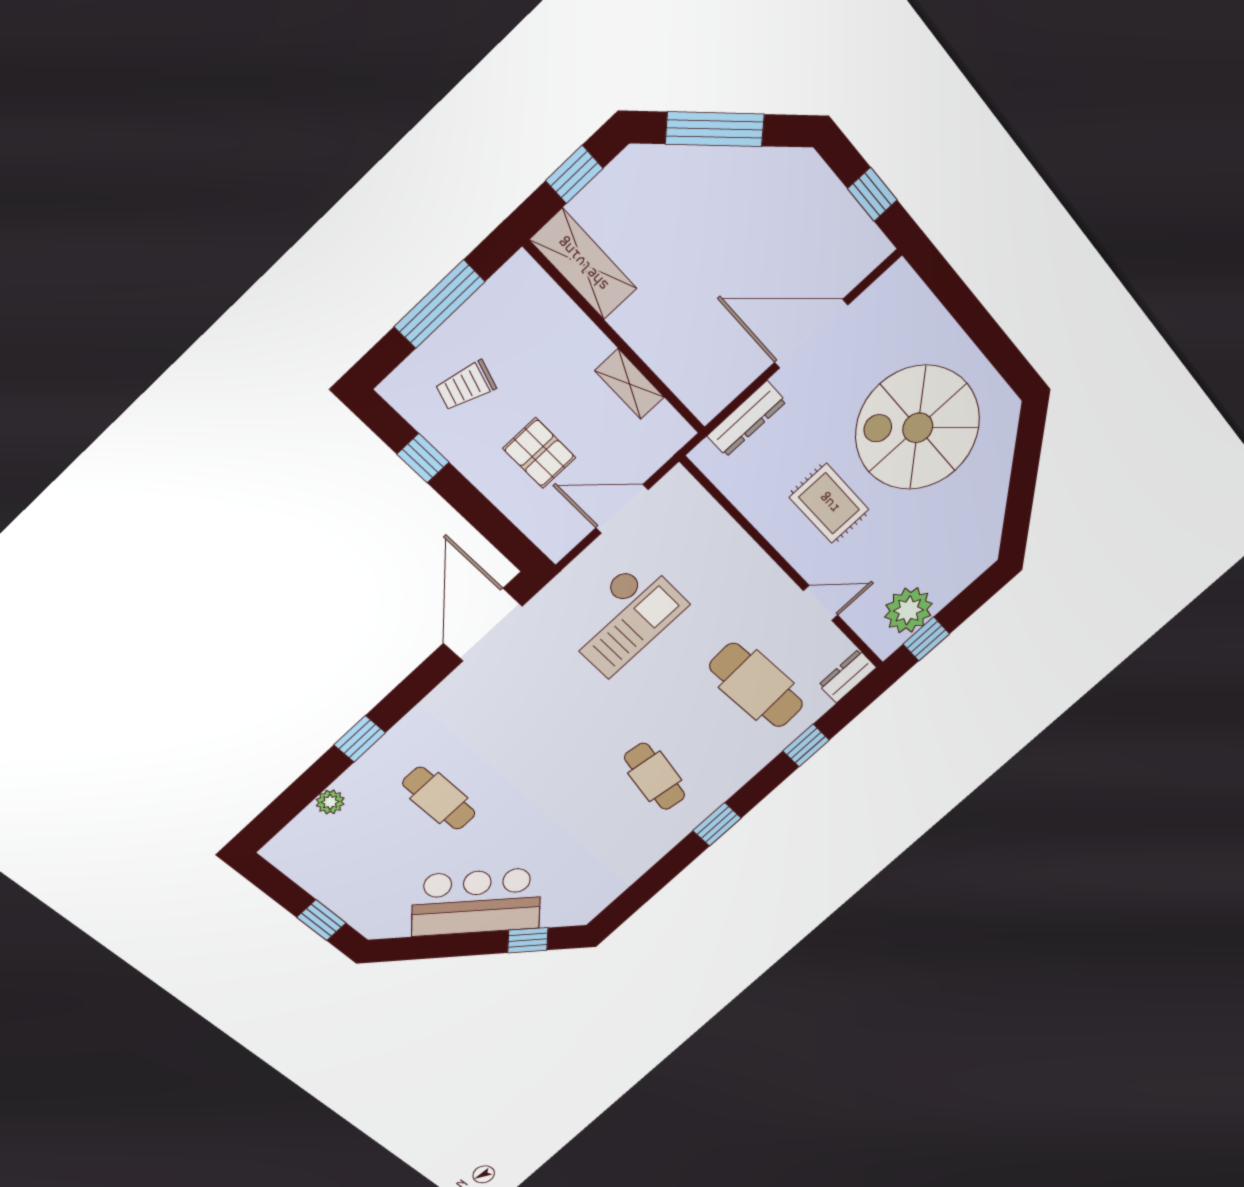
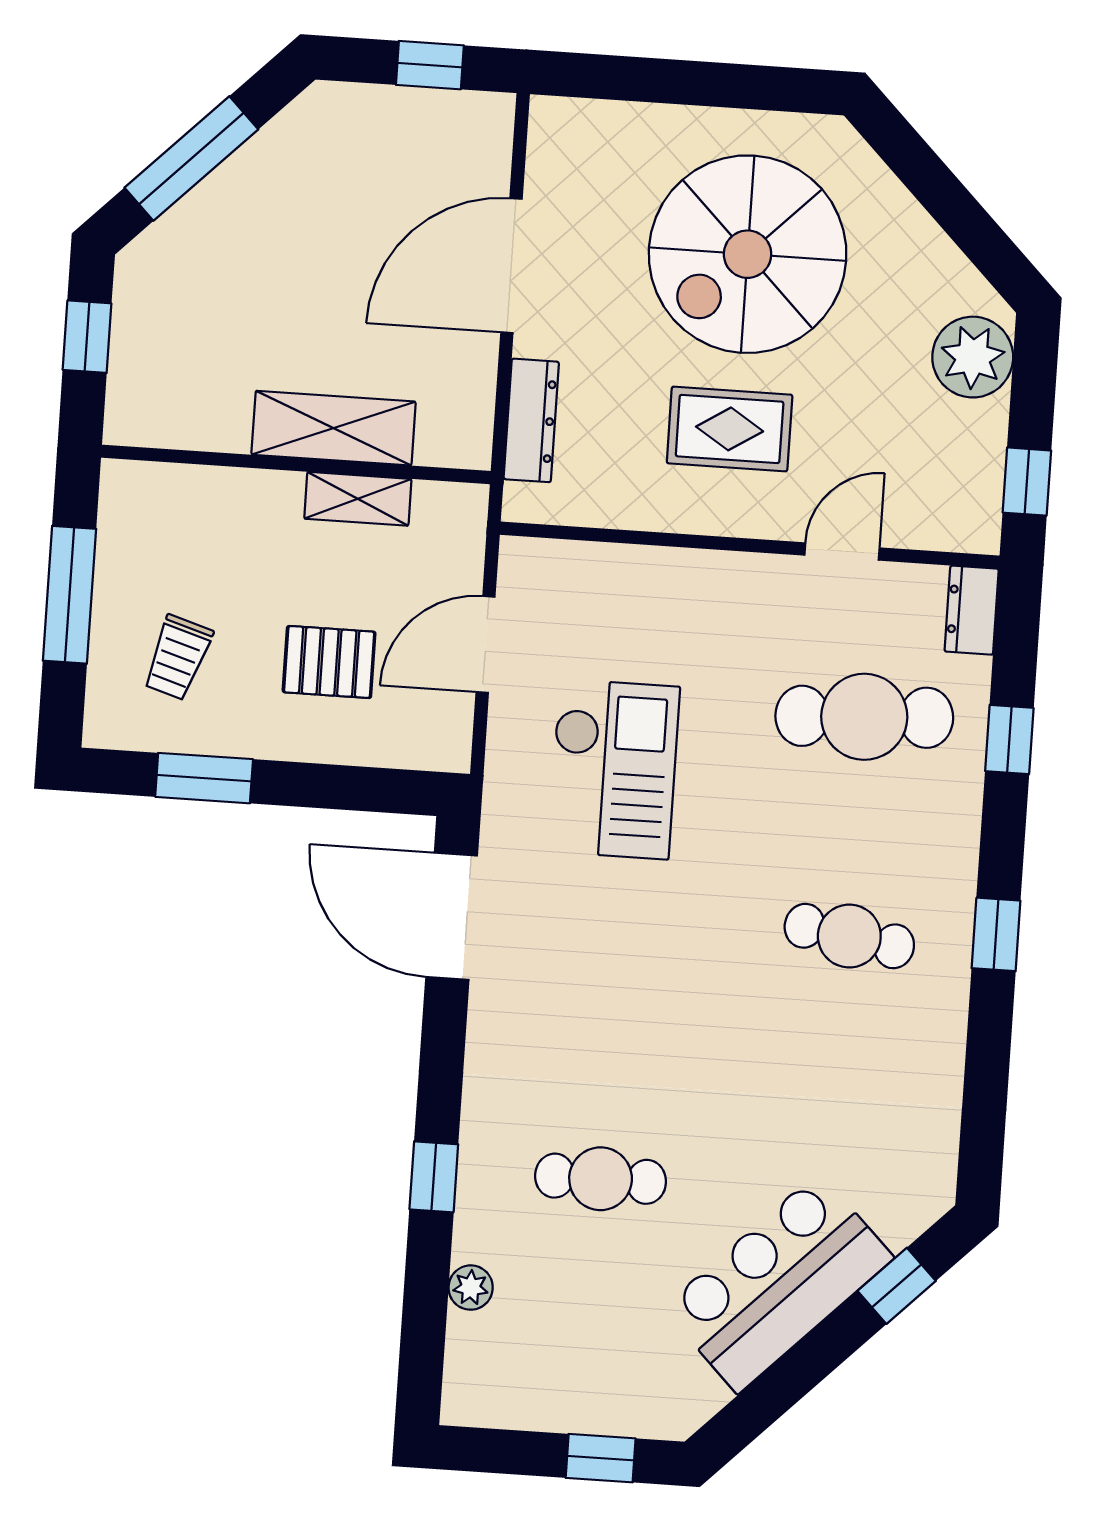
shelving: (583, 264) -> (334, 428), moved
window: (423, 458) -> (204, 778), width x1.50
plant: (908, 610) -> (973, 357), moved

